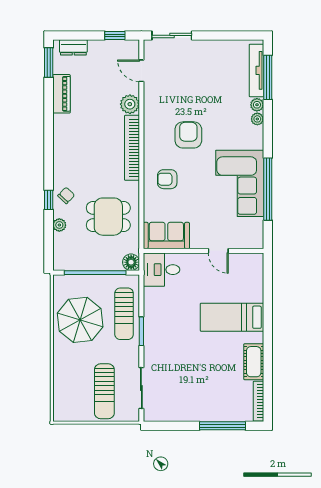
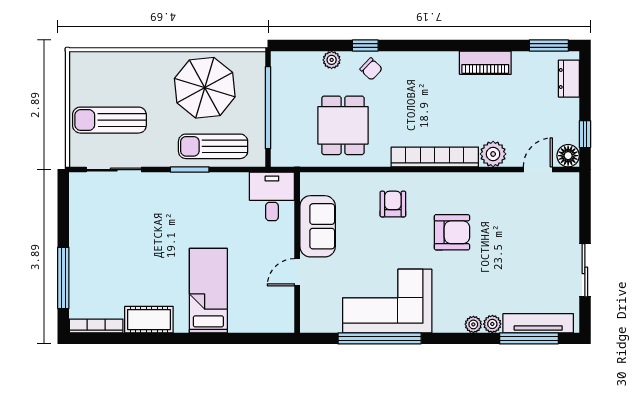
sliding door: (172, 35) -> (585, 270), moved
piano: (61, 94) -> (485, 63), moved
sofa: (166, 235) -> (318, 226), moved
floor lamp: (131, 262) -> (568, 156), moved

